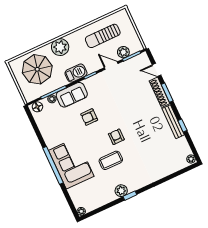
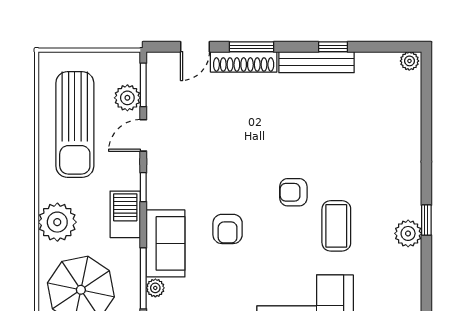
sun lounger: (103, 36) -> (75, 124), width x1.36, depth x1.34

